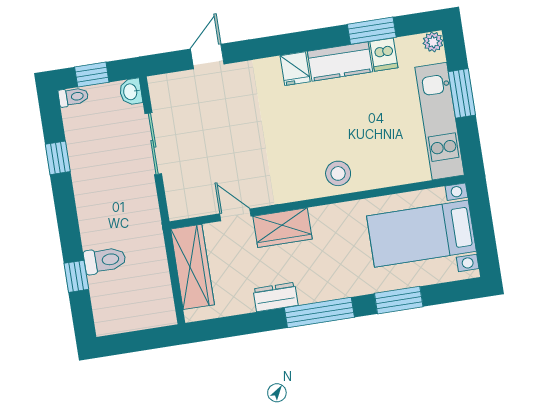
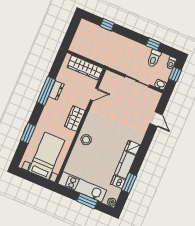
wardrobe: (283, 228) -> (75, 118), moved
toilet: (105, 260) -> (154, 58), moved
window: (319, 312) -> (46, 91), moved

